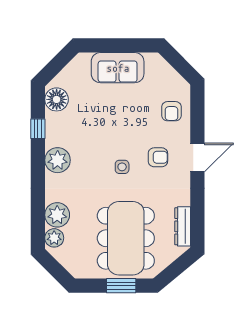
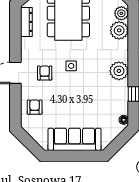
sofa: (118, 68) -> (74, 139), width x1.36
floor lamp: (57, 99) -> (124, 120), width x0.53, depth x0.53
armchair: (158, 157) -> (45, 73), turned 90

